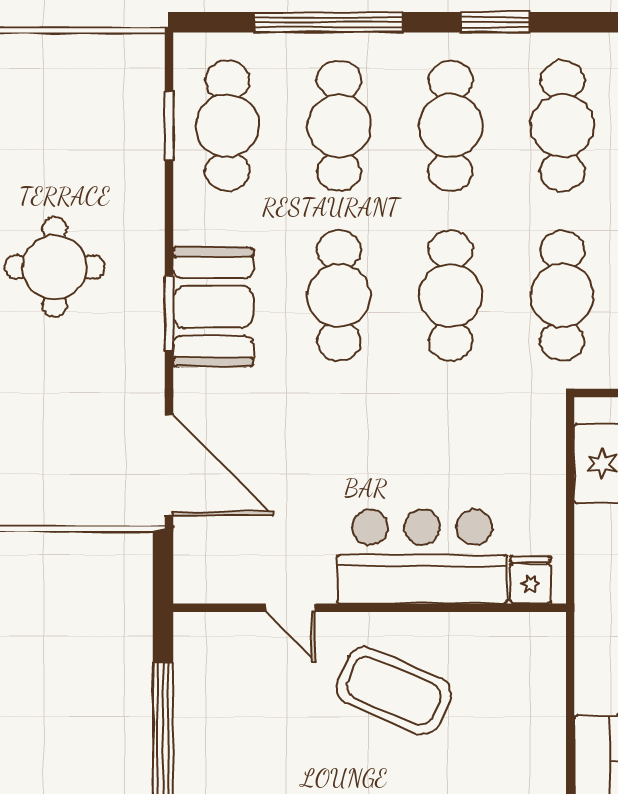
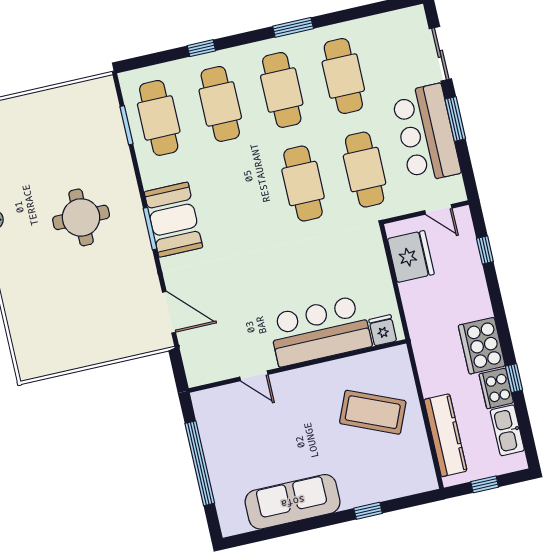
window: (329, 22) -> (201, 48), width x0.32
cafe table: (339, 295) -> (241, 198), removed
door: (169, 465) -> (169, 312), width x0.73
coffee table: (394, 691) -> (373, 412), moved

